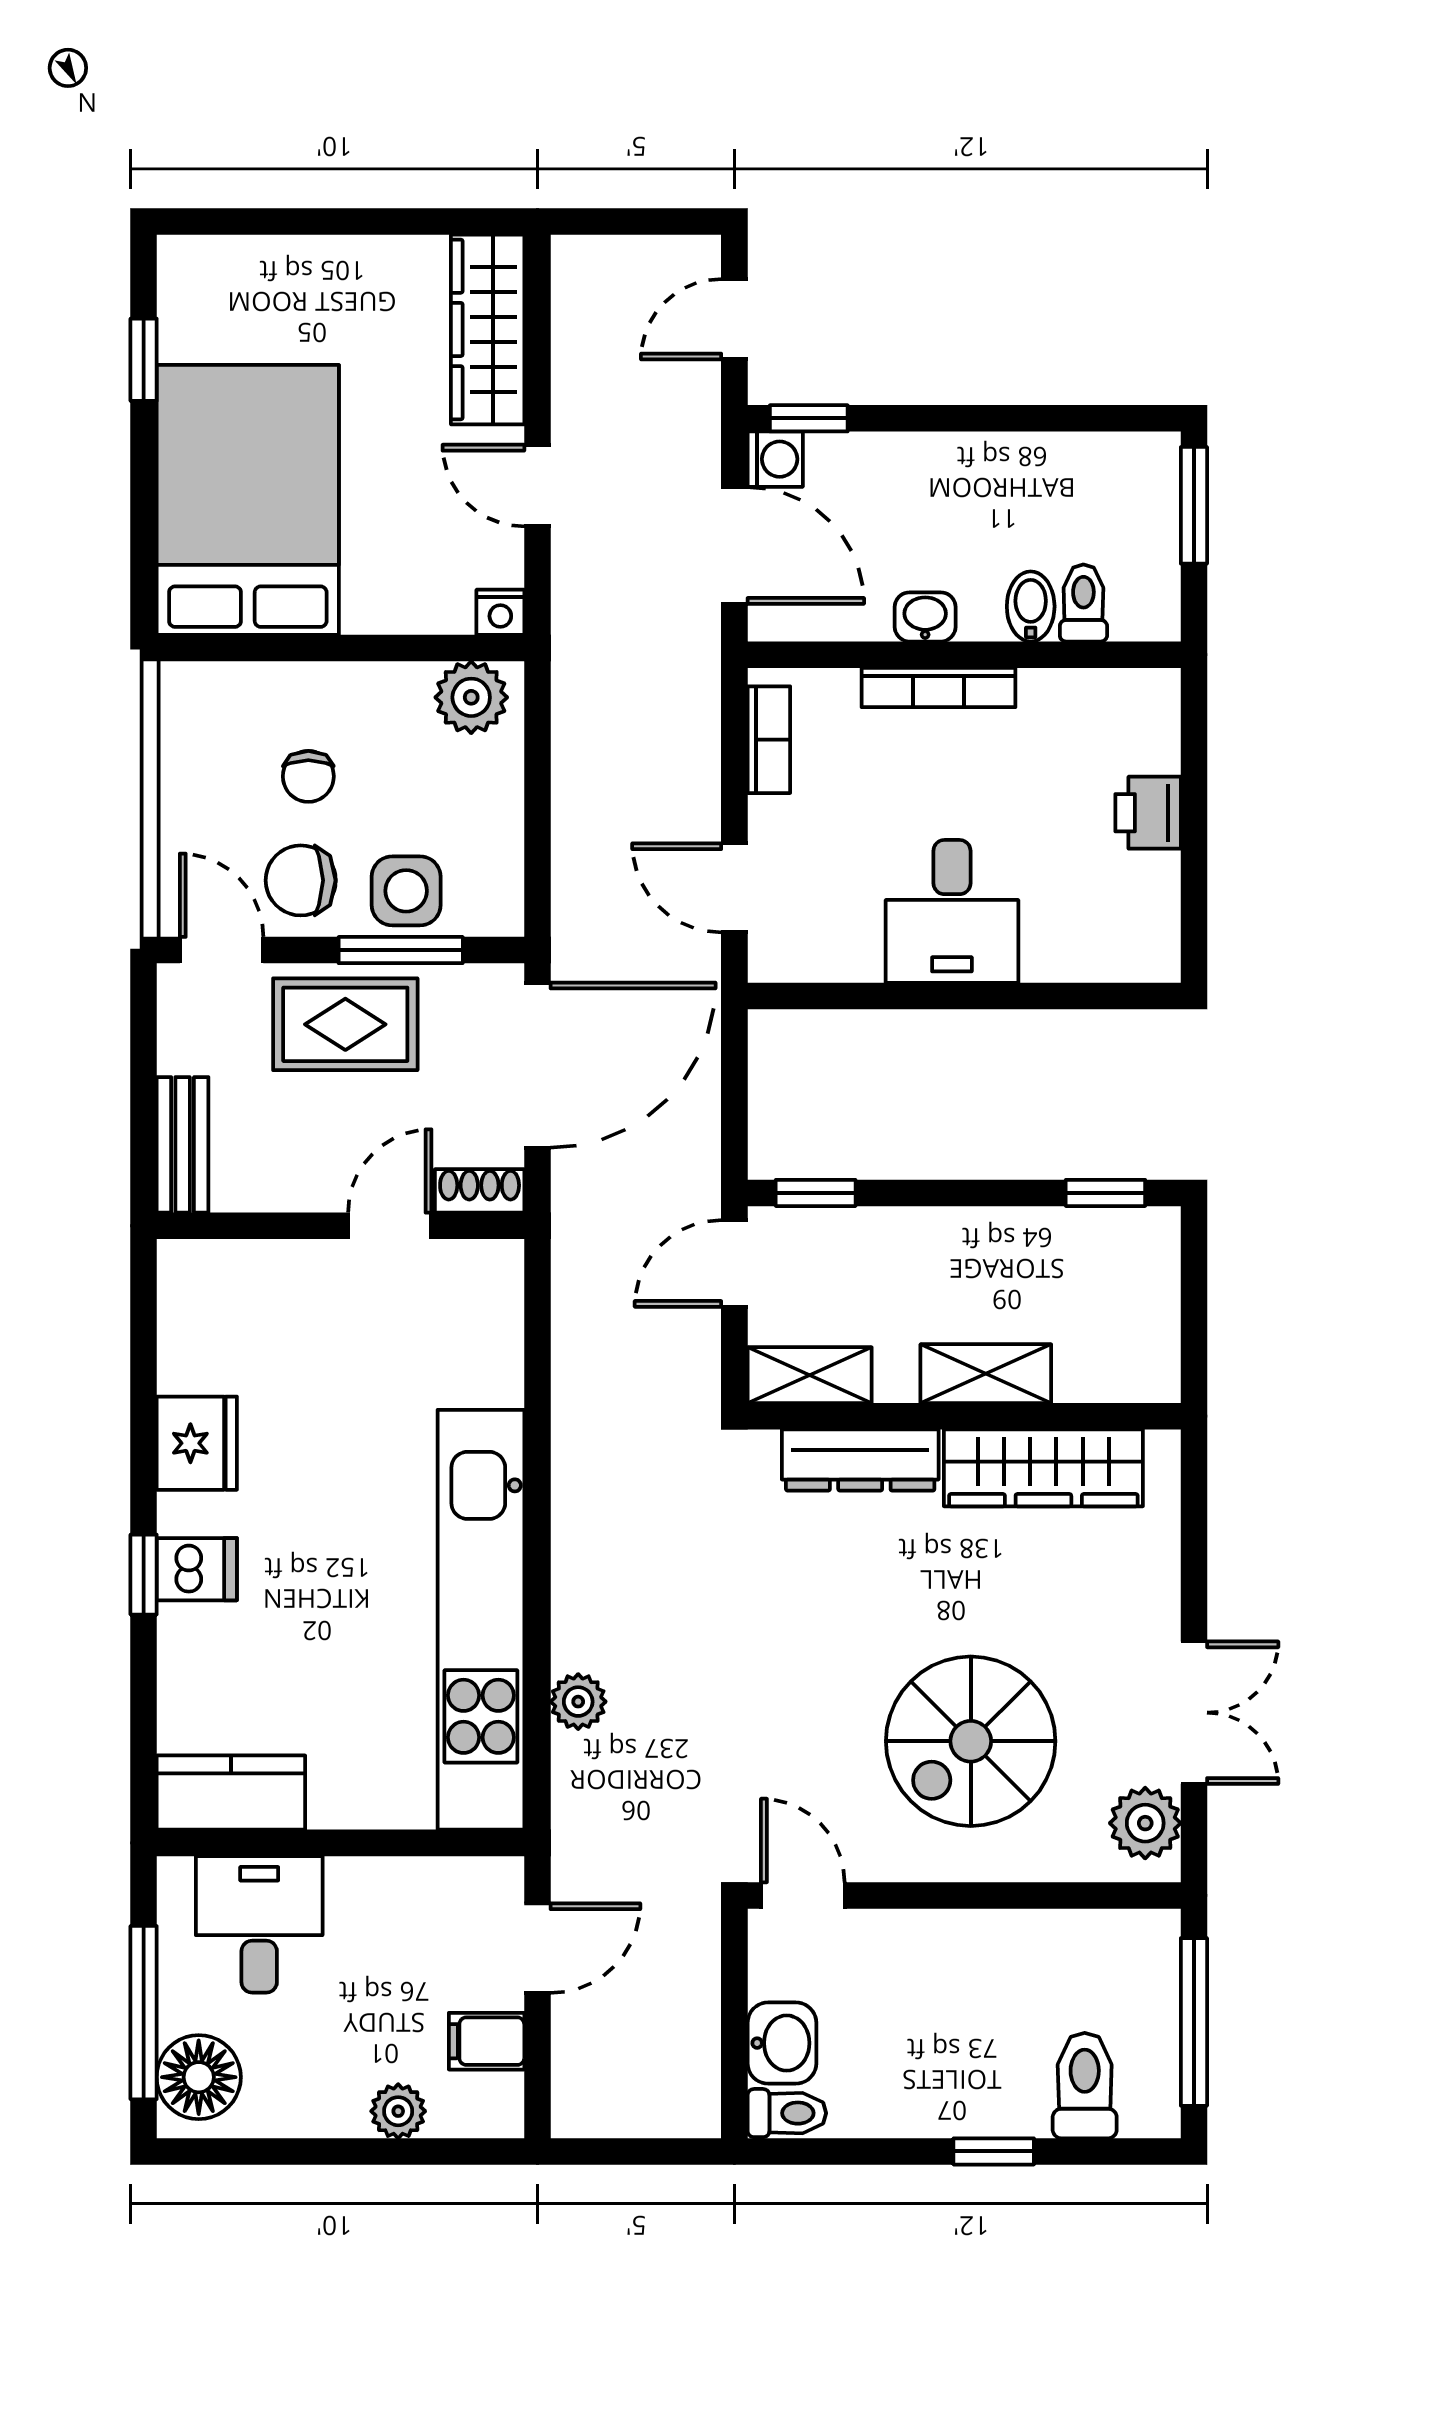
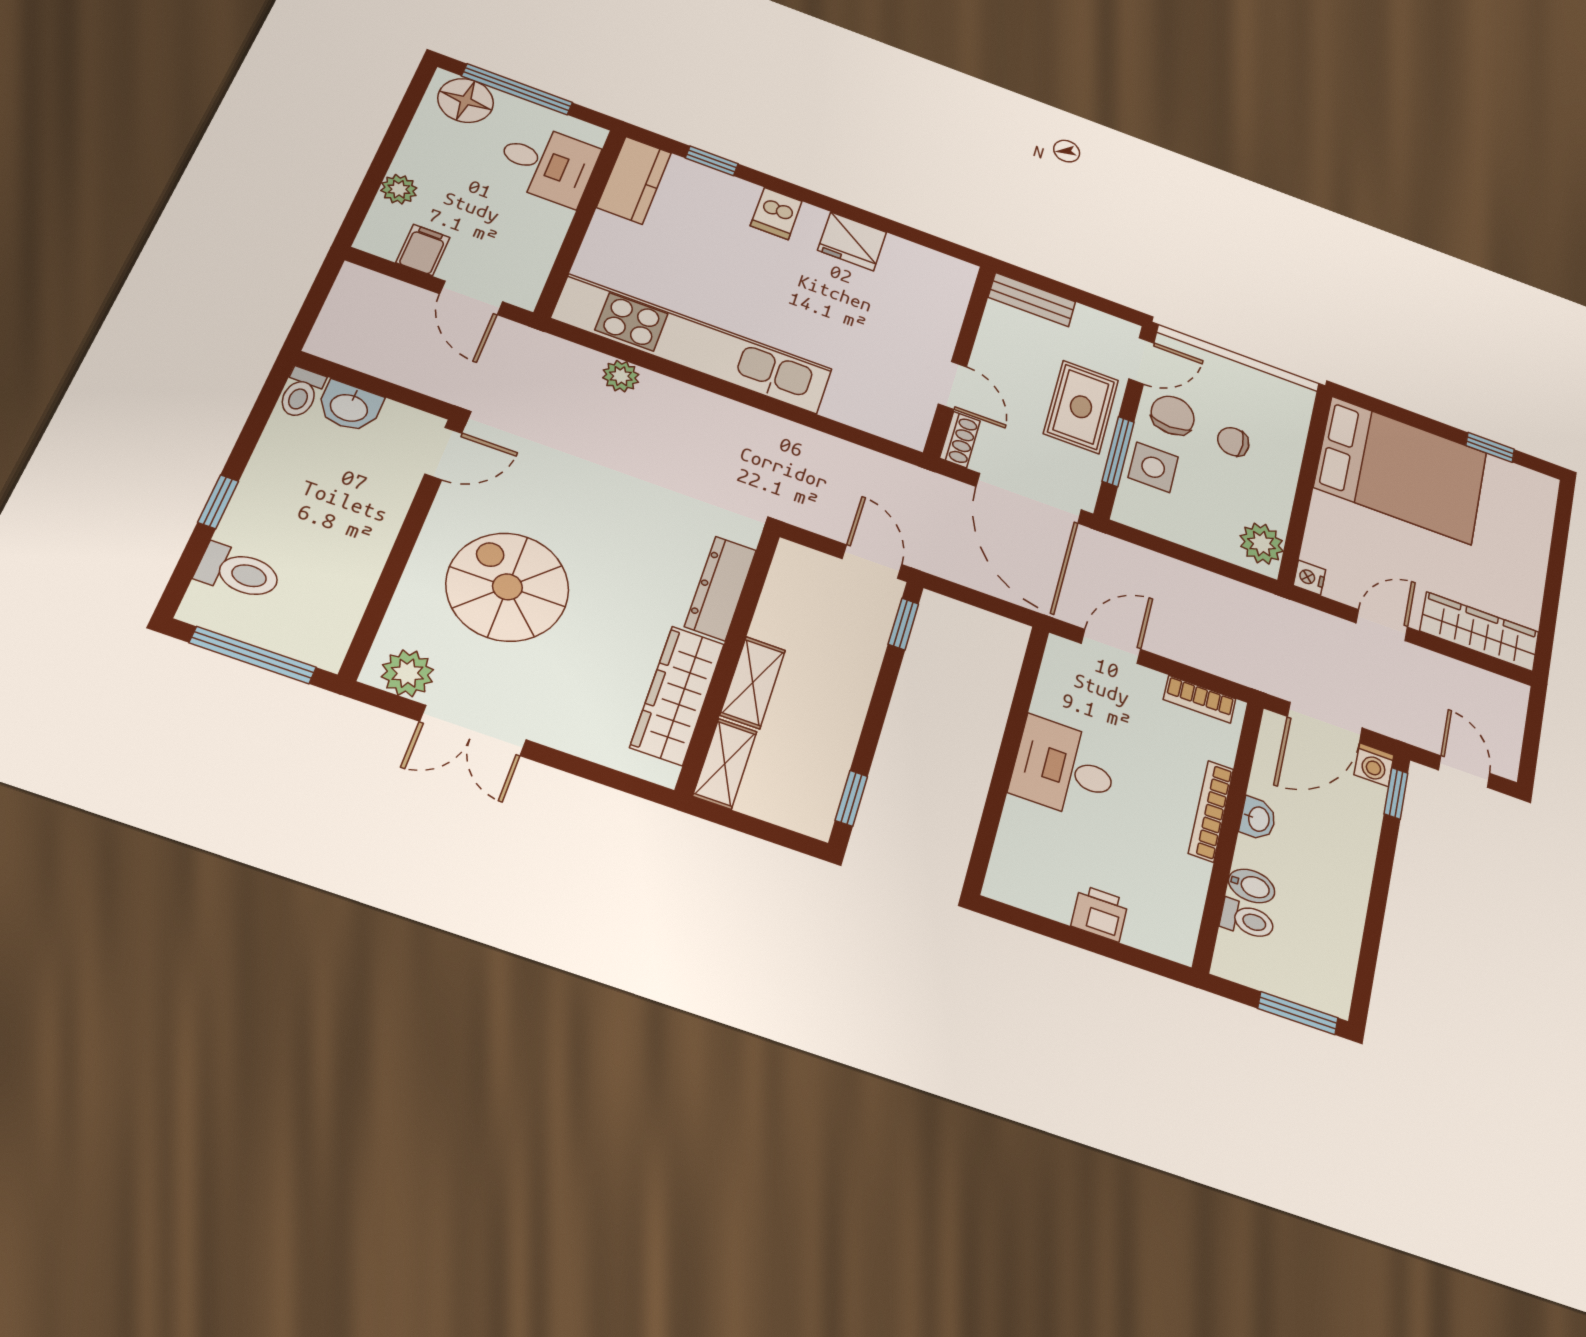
shelving: (810, 1375) -> (725, 764), moved
window: (144, 1575) -> (712, 161), moved

